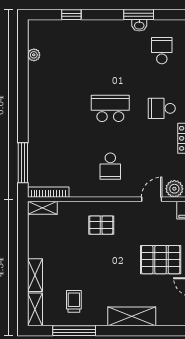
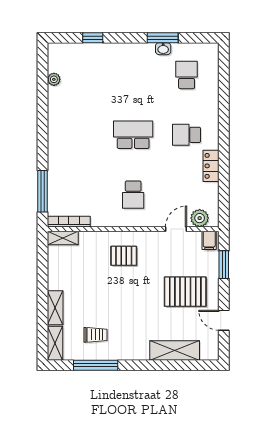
trolley: (74, 301) -> (95, 335), turned 90
shelving: (132, 316) -> (175, 350), moved

